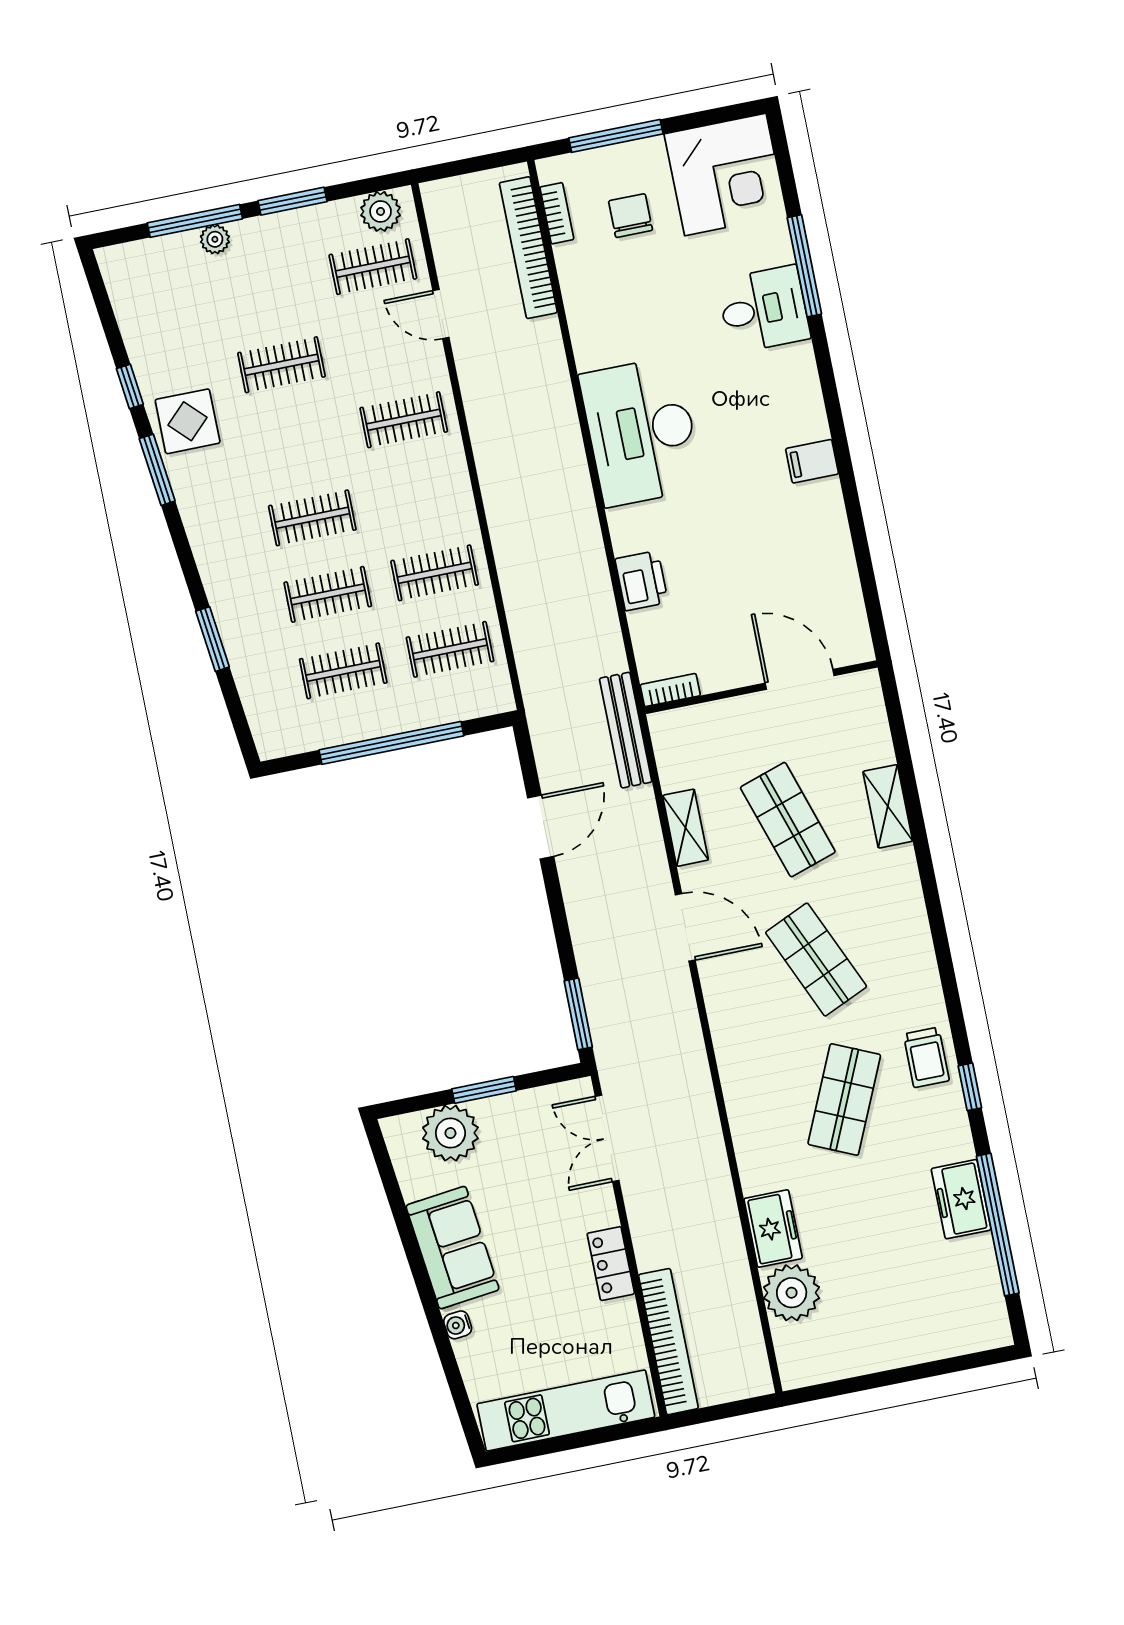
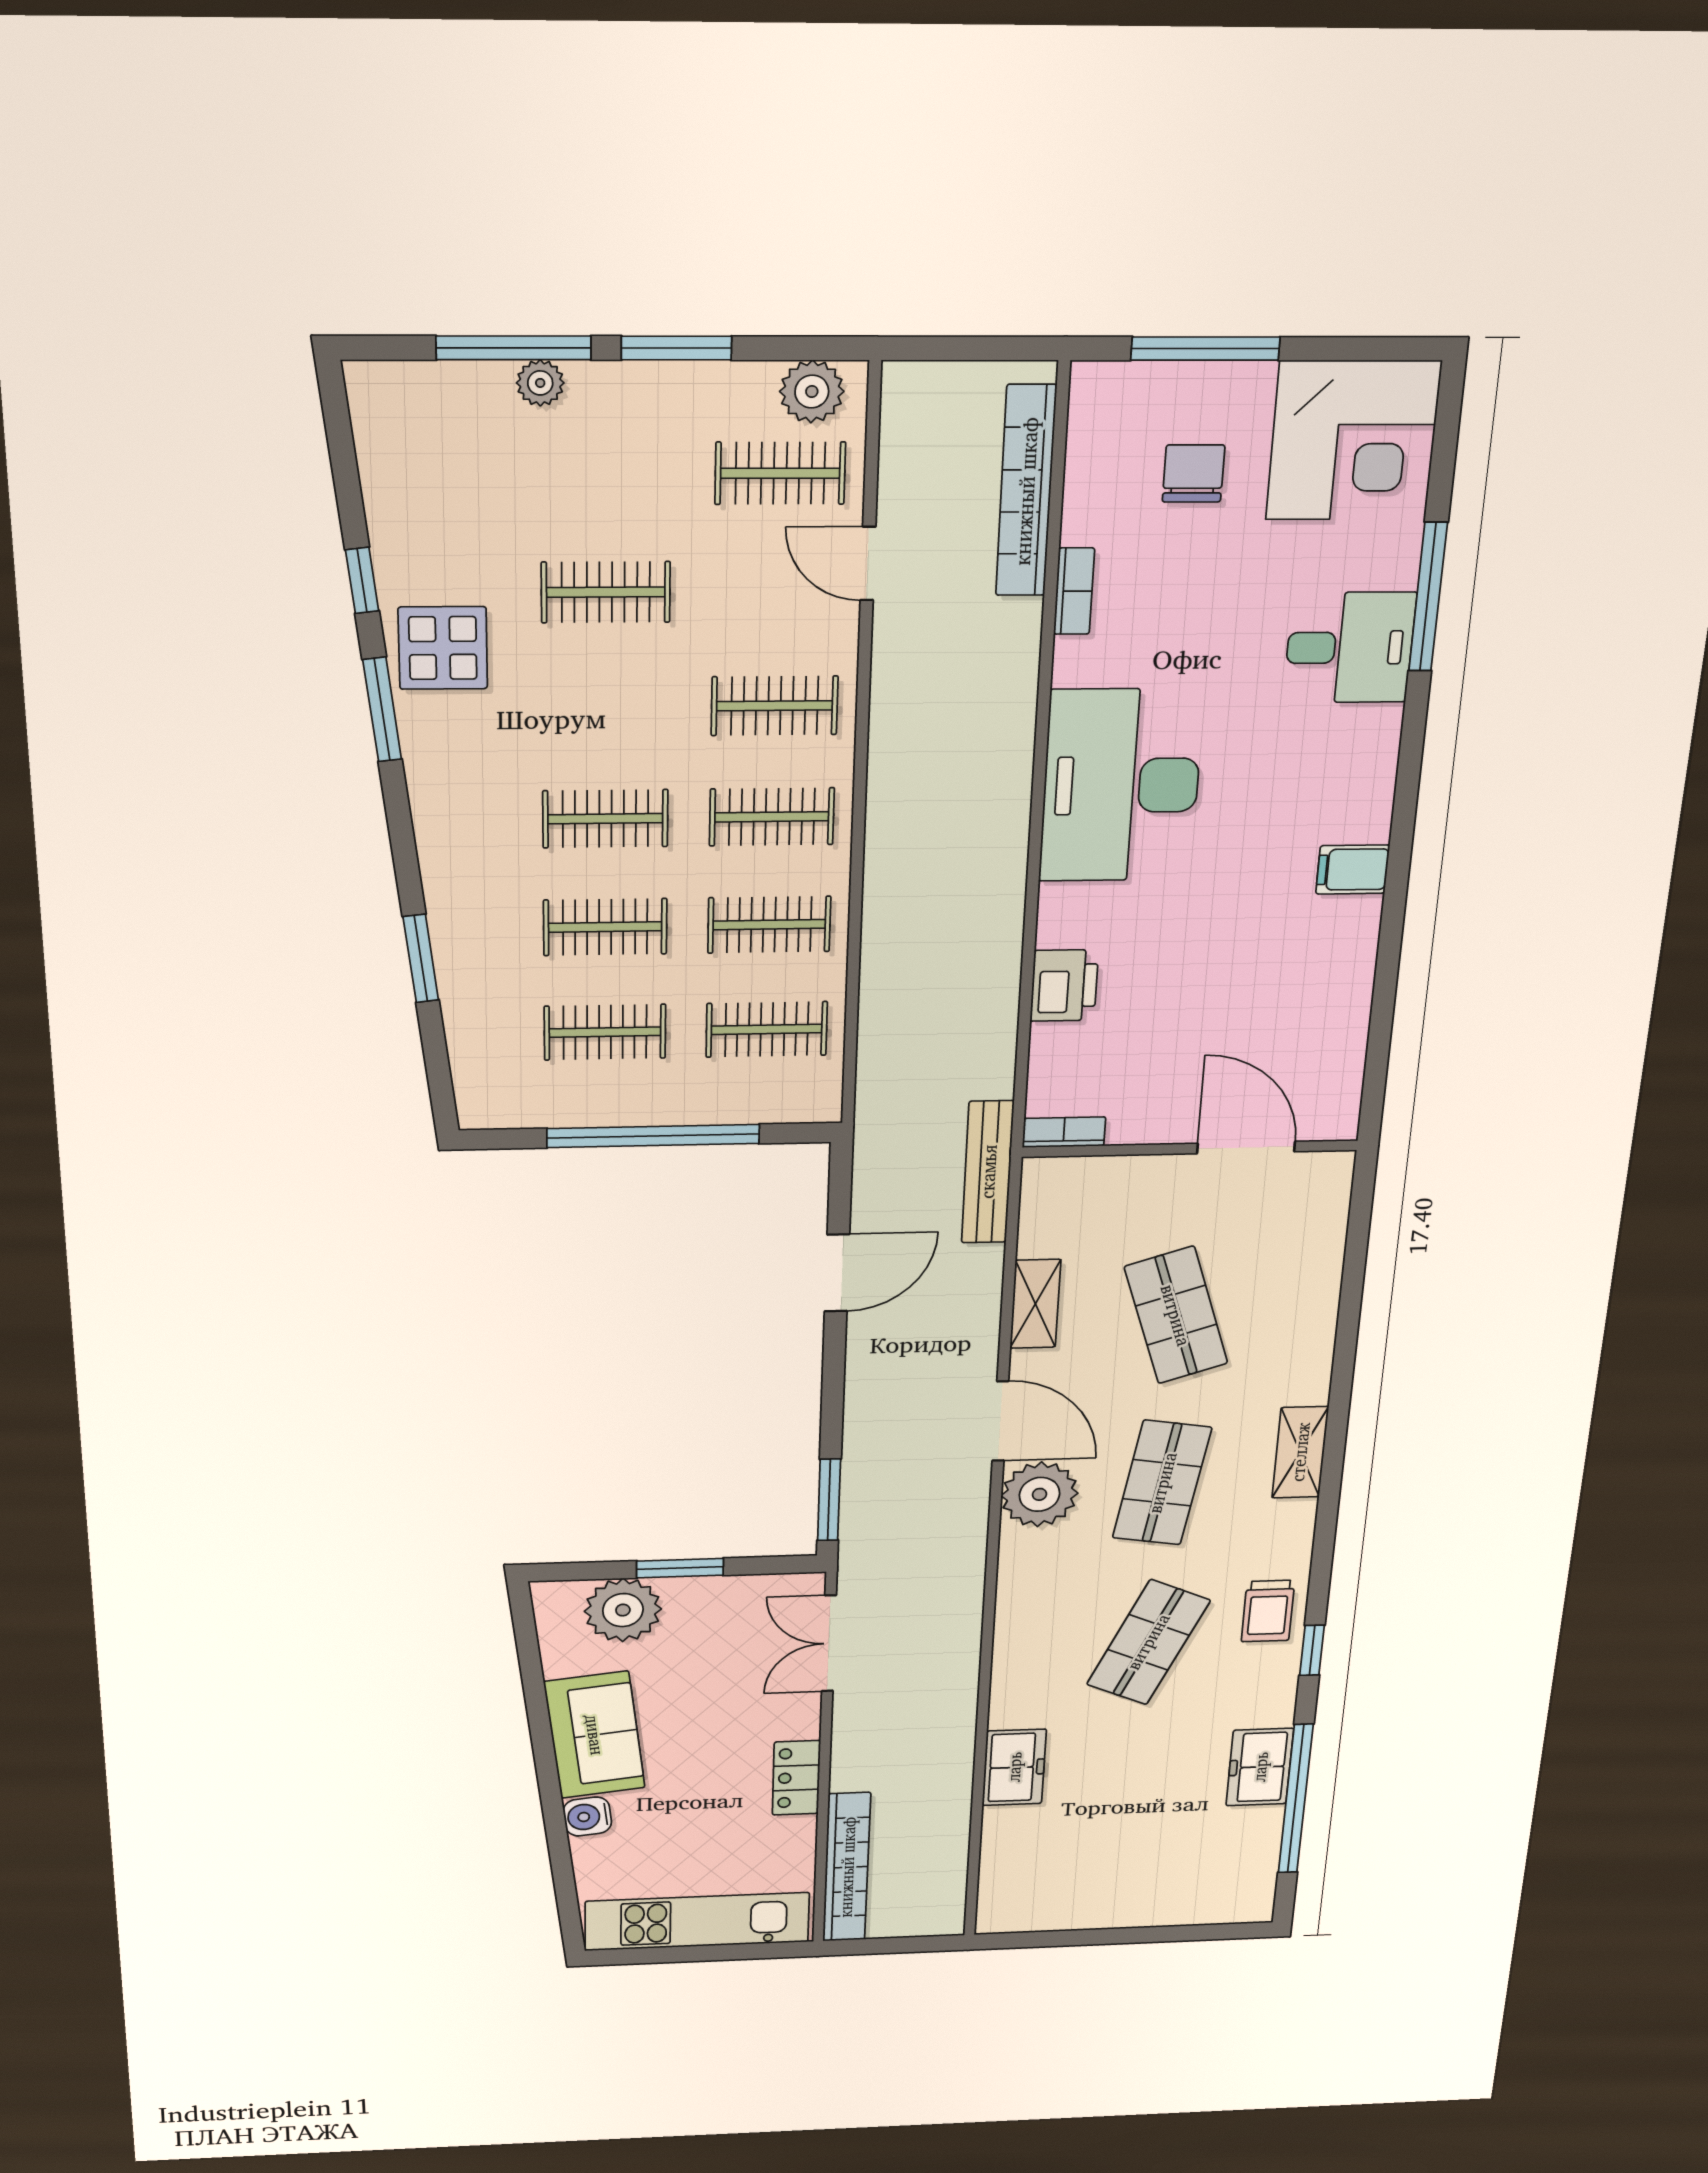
bookcase: (557, 213) -> (1074, 591), moved
clothes rail: (419, 496) -> (772, 817), added
shelving: (888, 806) -> (1300, 1452), moved
shop shelf: (816, 960) -> (1162, 1483), turned 33
plant: (792, 1293) -> (1040, 1494), moved
water cooler: (458, 1325) -> (587, 1817), width x1.38, depth x1.38

